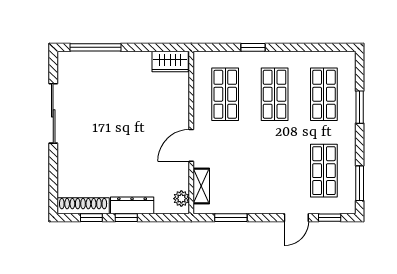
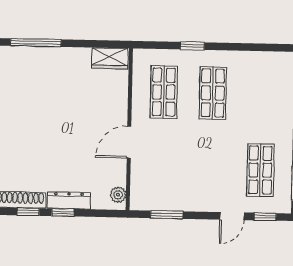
shop shelf: (324, 94) -> (262, 94), removed
shelving: (201, 186) -> (138, 183), removed

